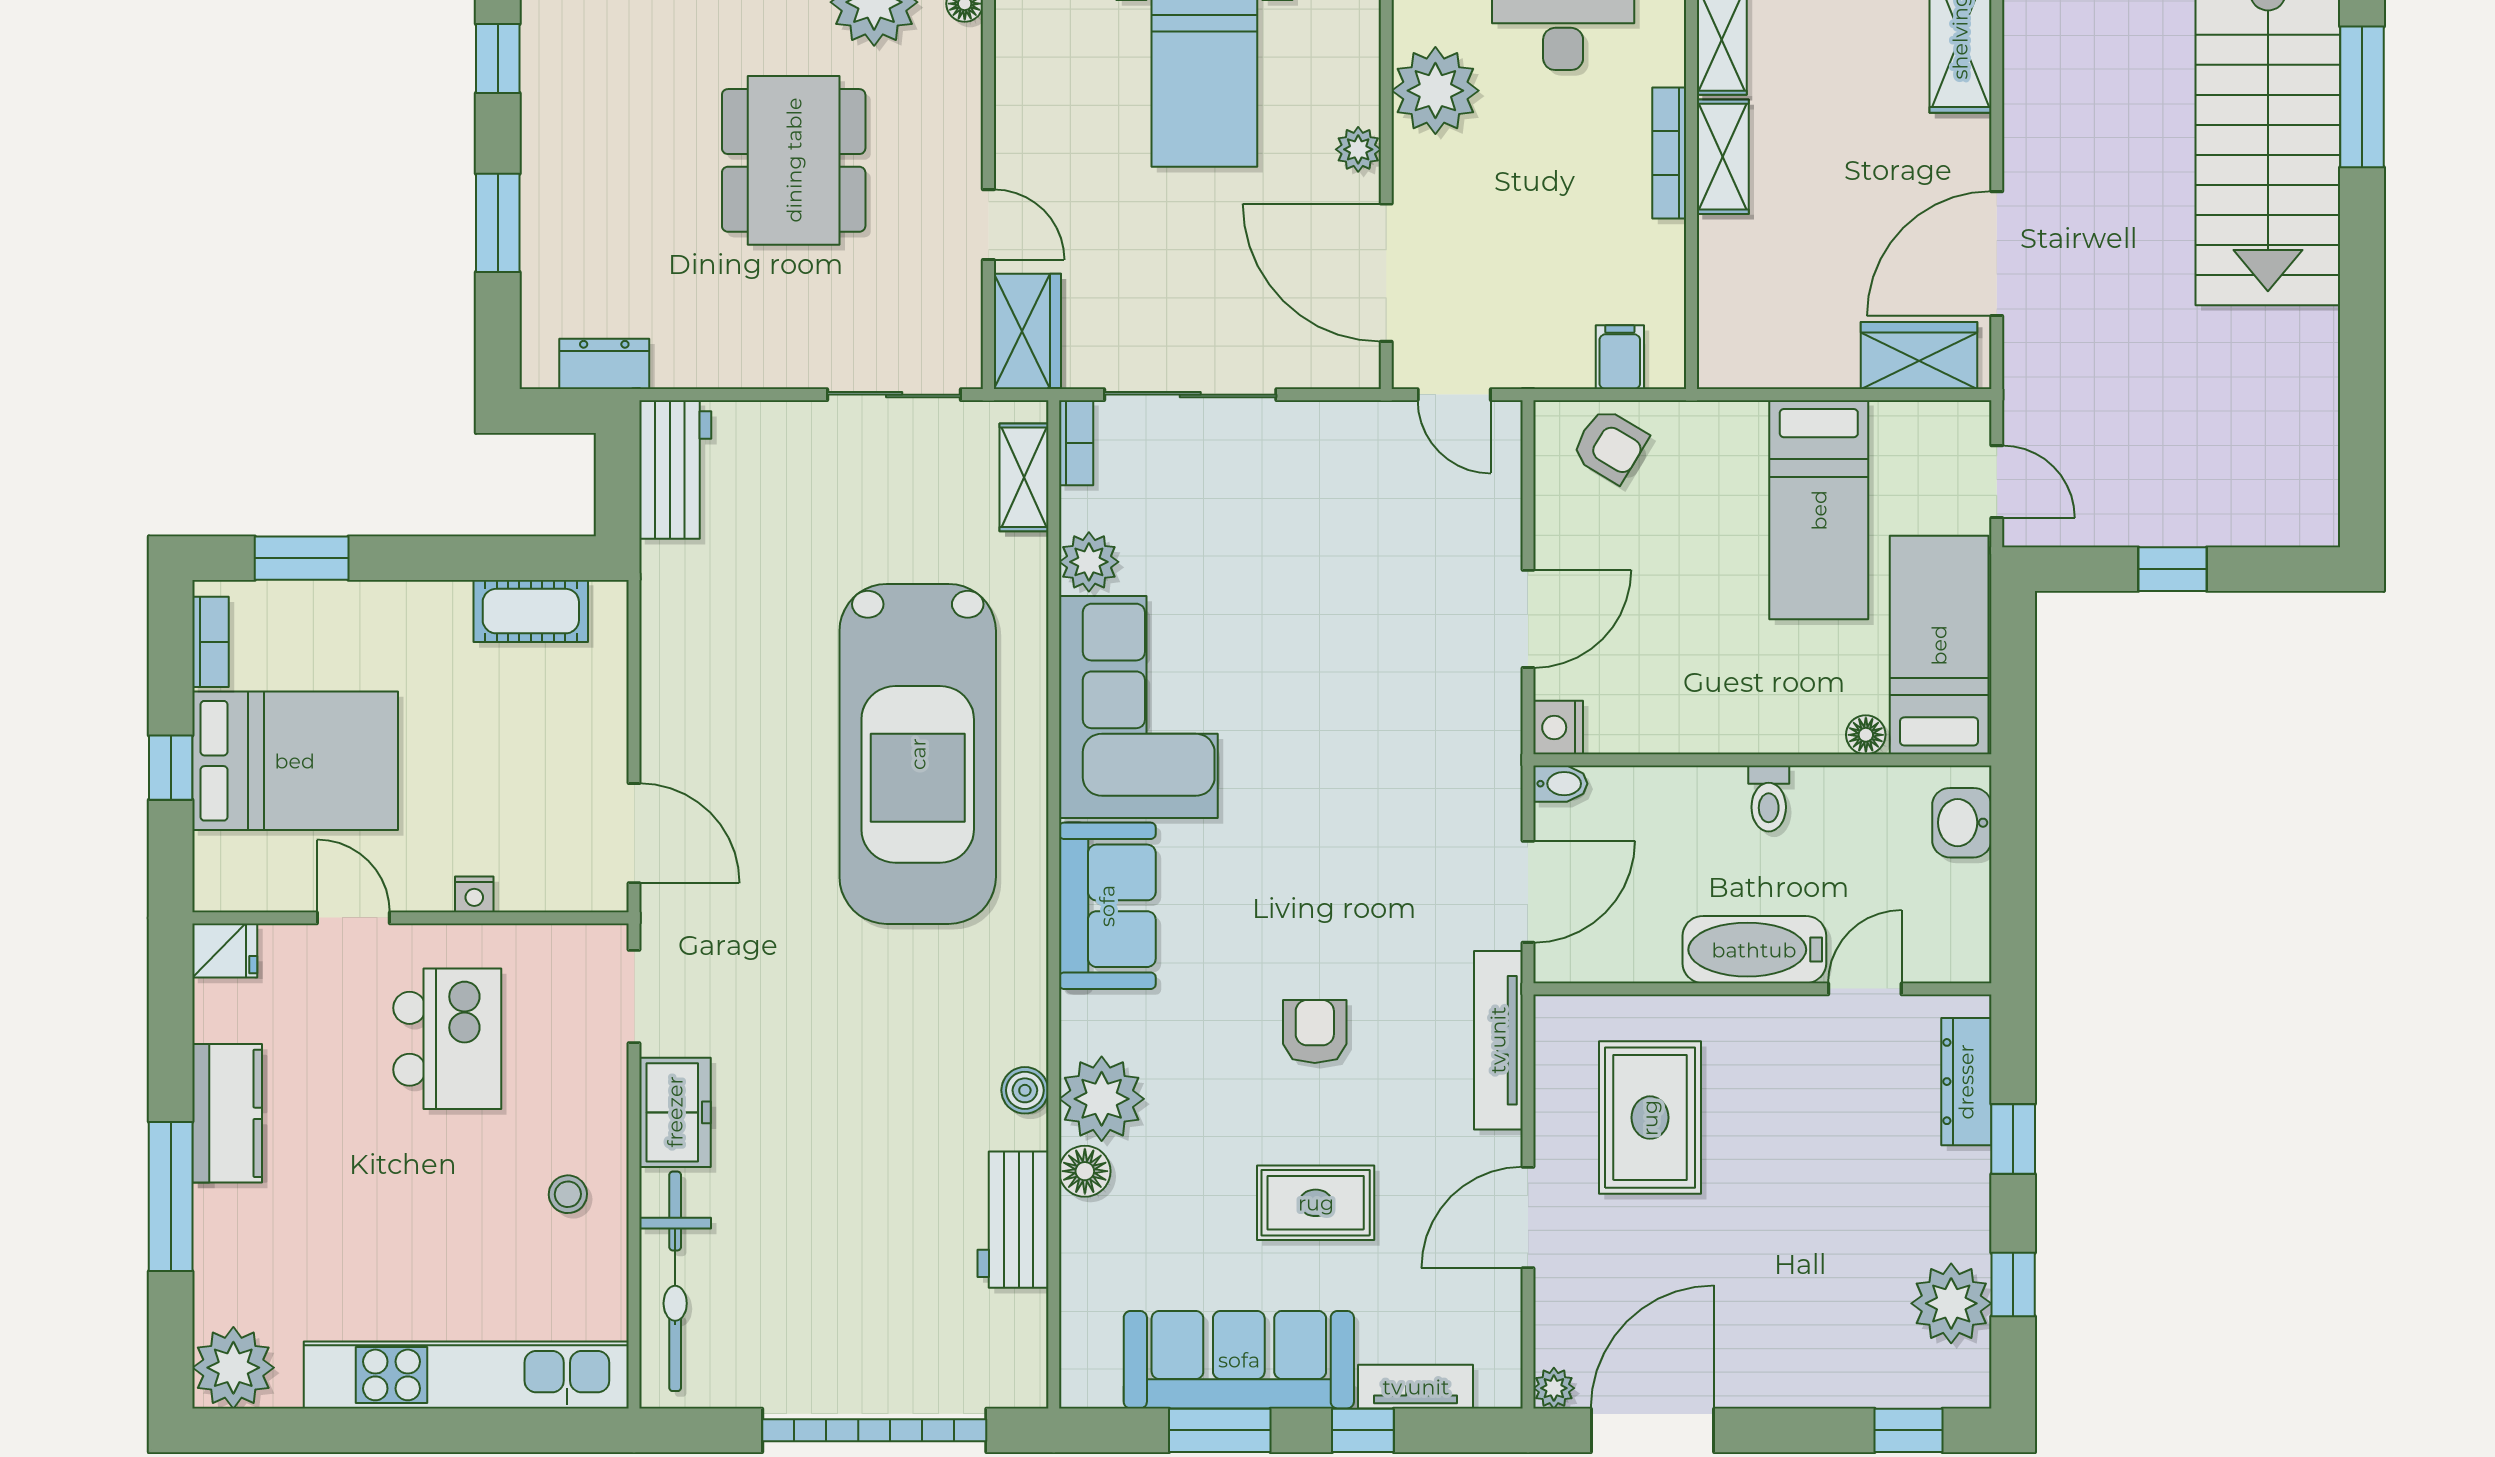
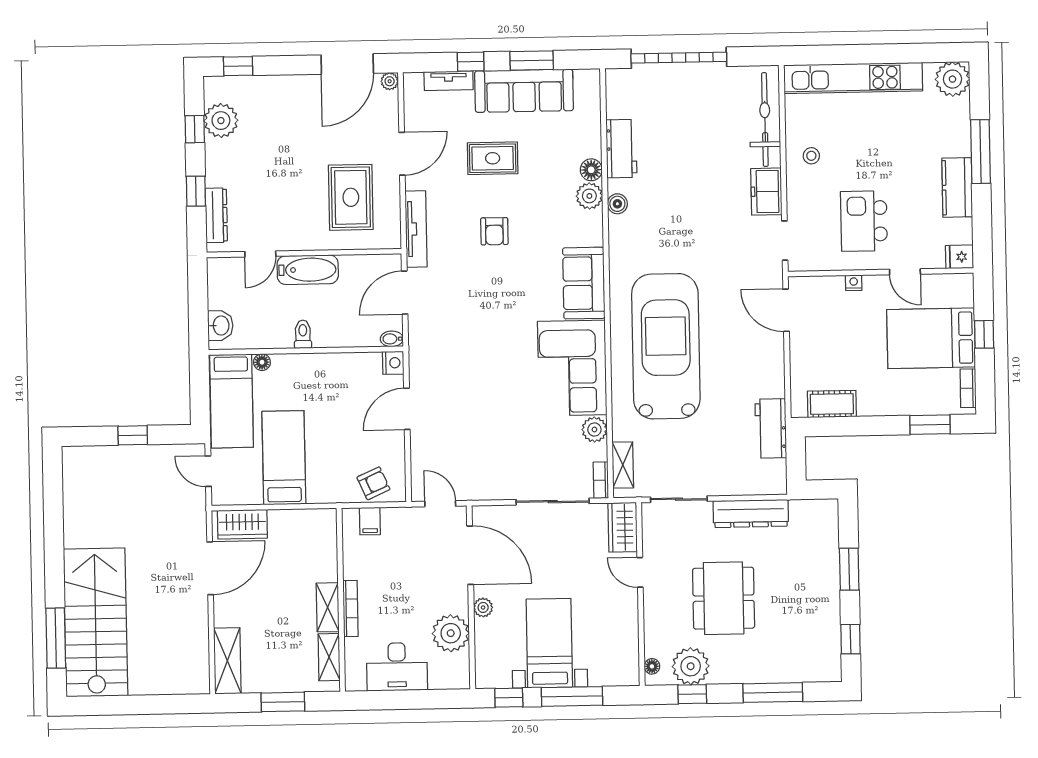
dresser: (604, 364) -> (751, 514), moved, width x1.96, depth x1.24
armchair: (1610, 446) -> (373, 483), turned 125
workbench: (675, 469) -> (771, 428), moved
plant: (1102, 1099) -> (589, 196), width x0.73, depth x0.73

